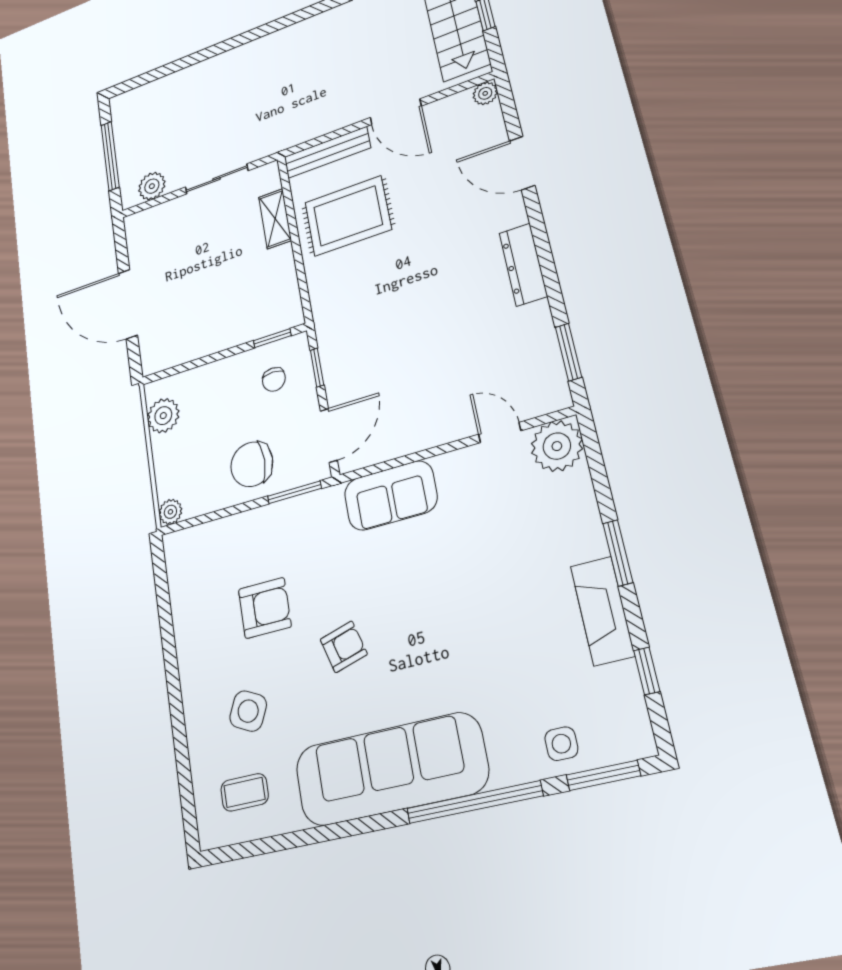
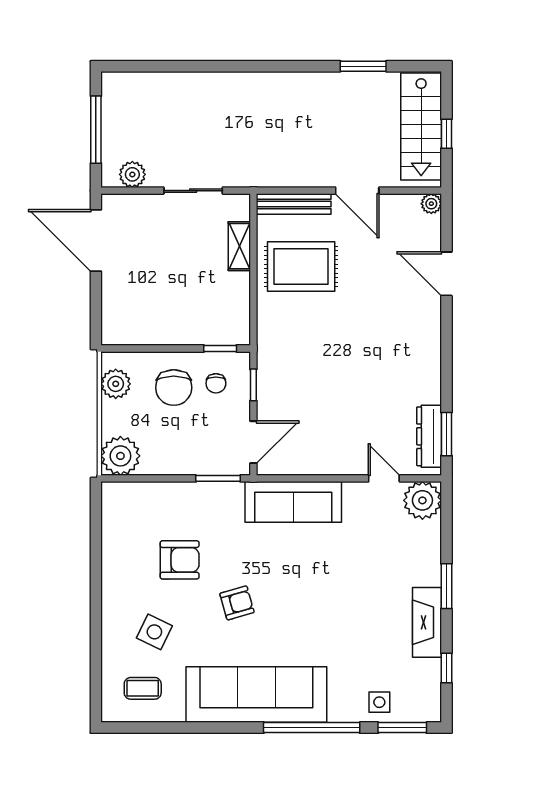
dresser: (523, 265) -> (429, 436), moved
door: (128, 304) -> (96, 241), moved
chair: (252, 464) -> (174, 388), moved, turned -90
sofa: (391, 496) -> (293, 502), width x1.36
plant: (170, 512) -> (120, 456), width x1.87, depth x1.87

